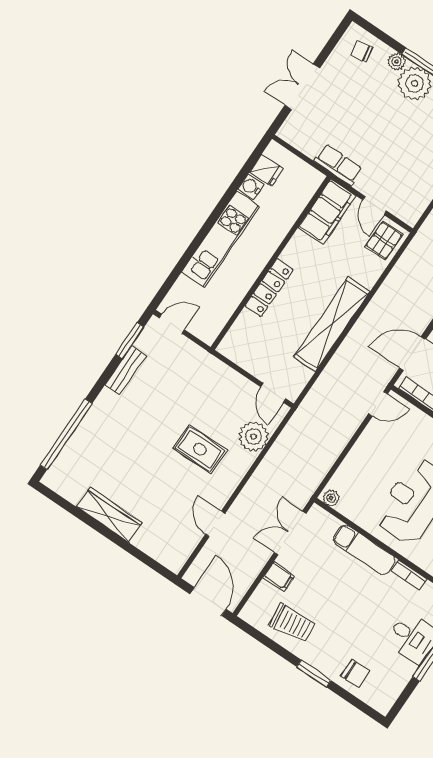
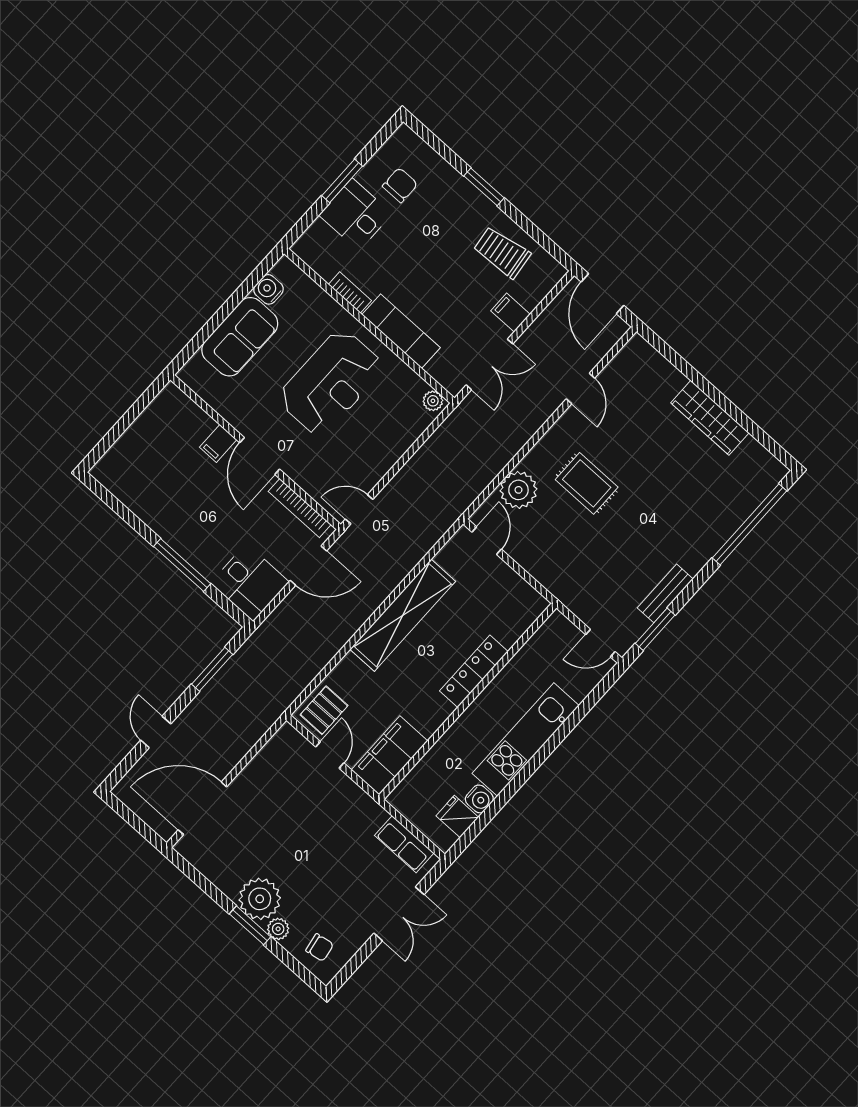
row of seats: (338, 165) -> (404, 844), moved
chair: (355, 674) -> (400, 185), moved, turned 90

